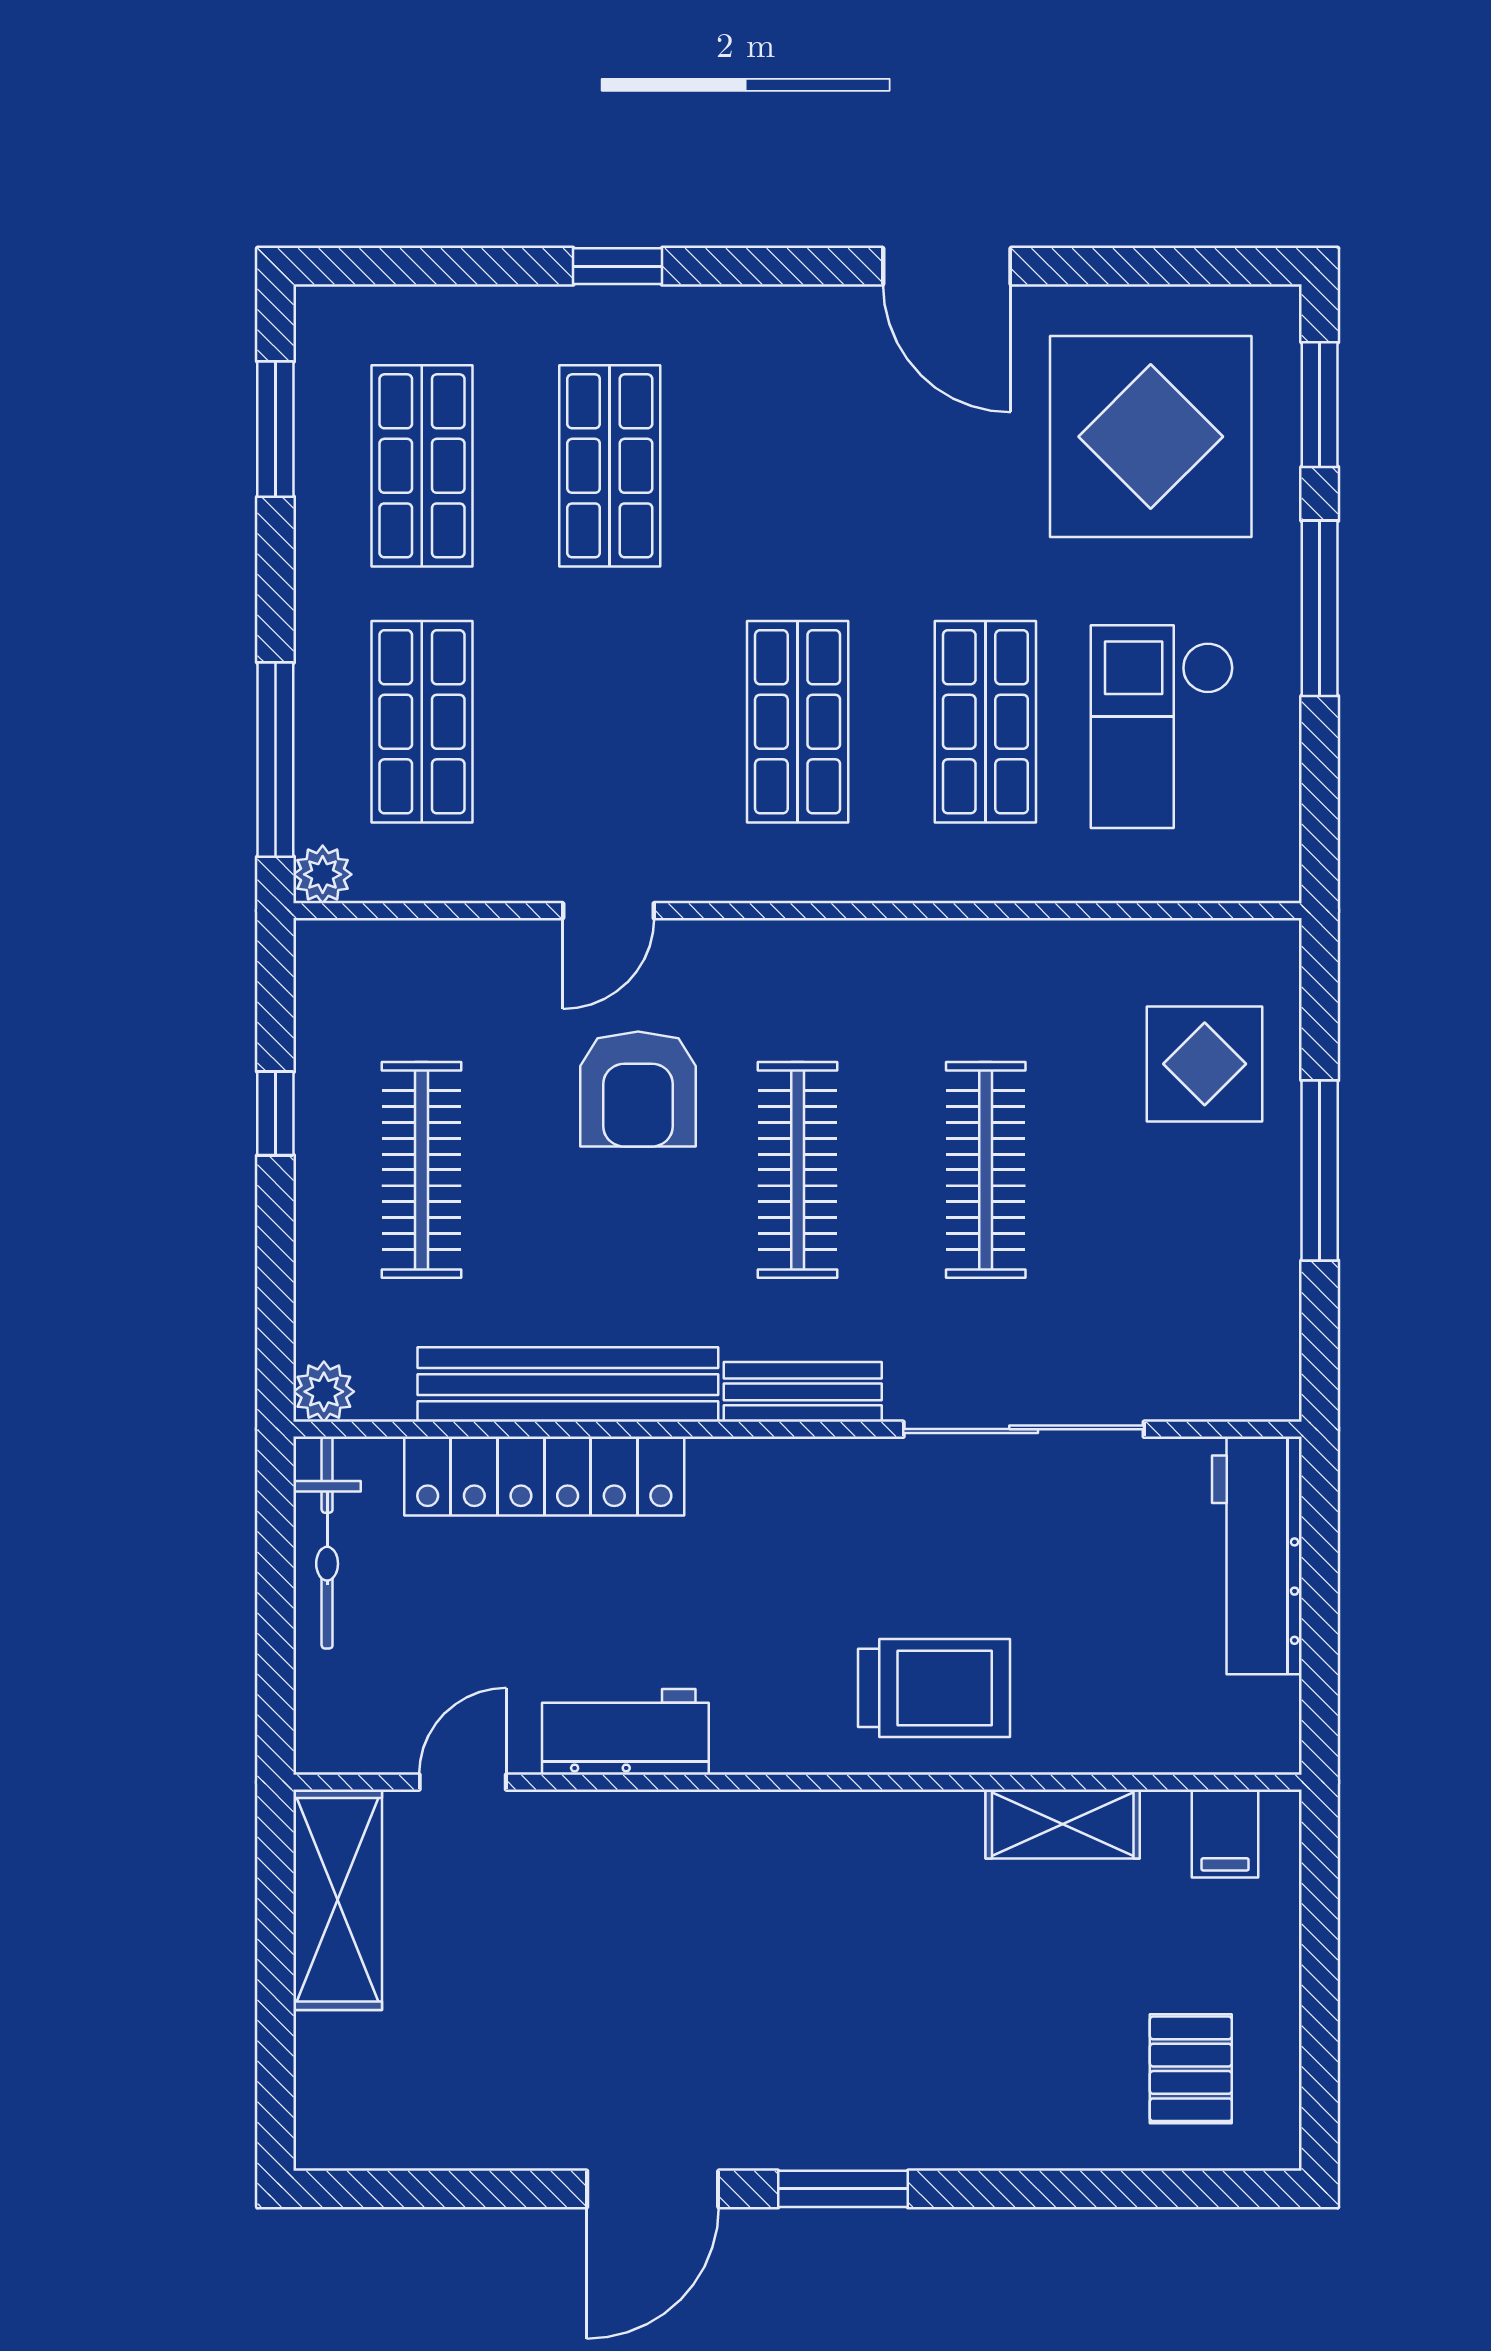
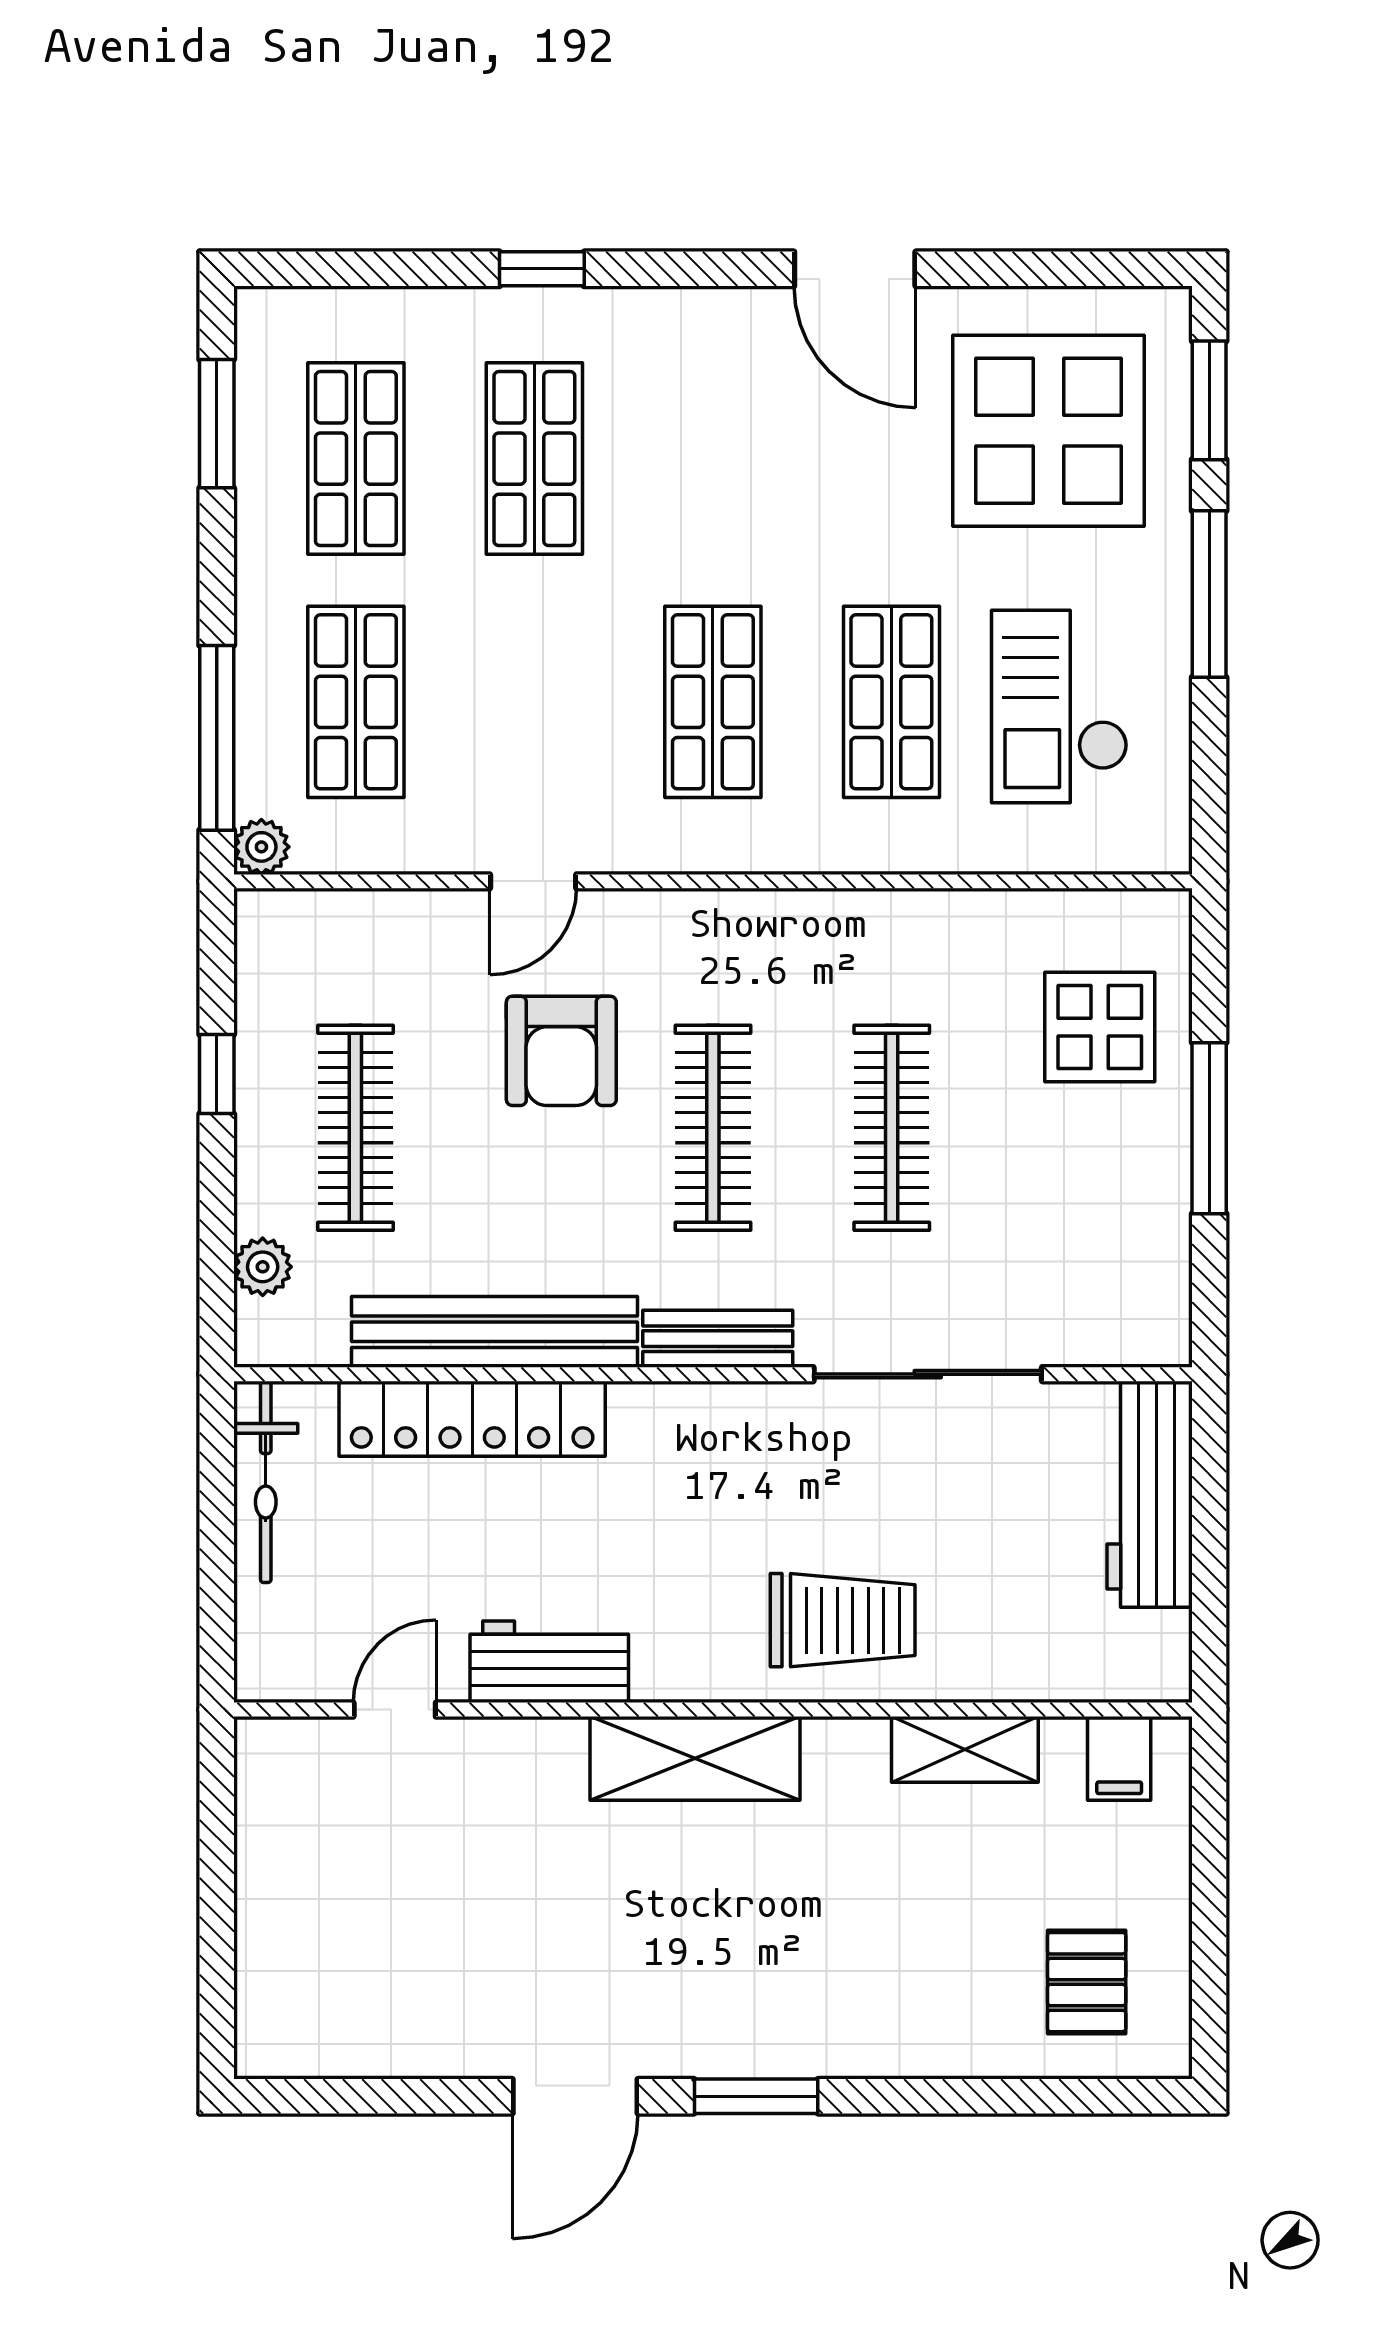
plant: (324, 1392) -> (263, 1267), moved
shelving: (338, 1900) -> (695, 1758), moved, turned 90

